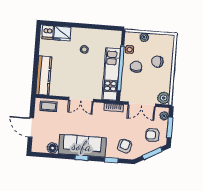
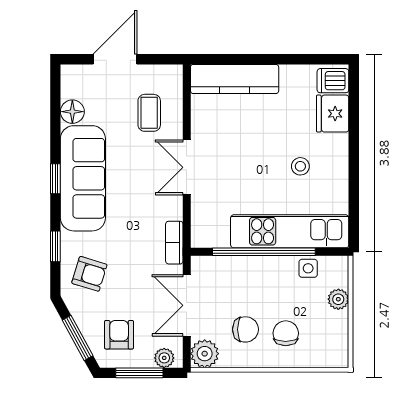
chair: (136, 67) -> (245, 329), moved
kitchen unit: (111, 74) -> (290, 231), moved
coffee table: (49, 106) -> (149, 113), moved

